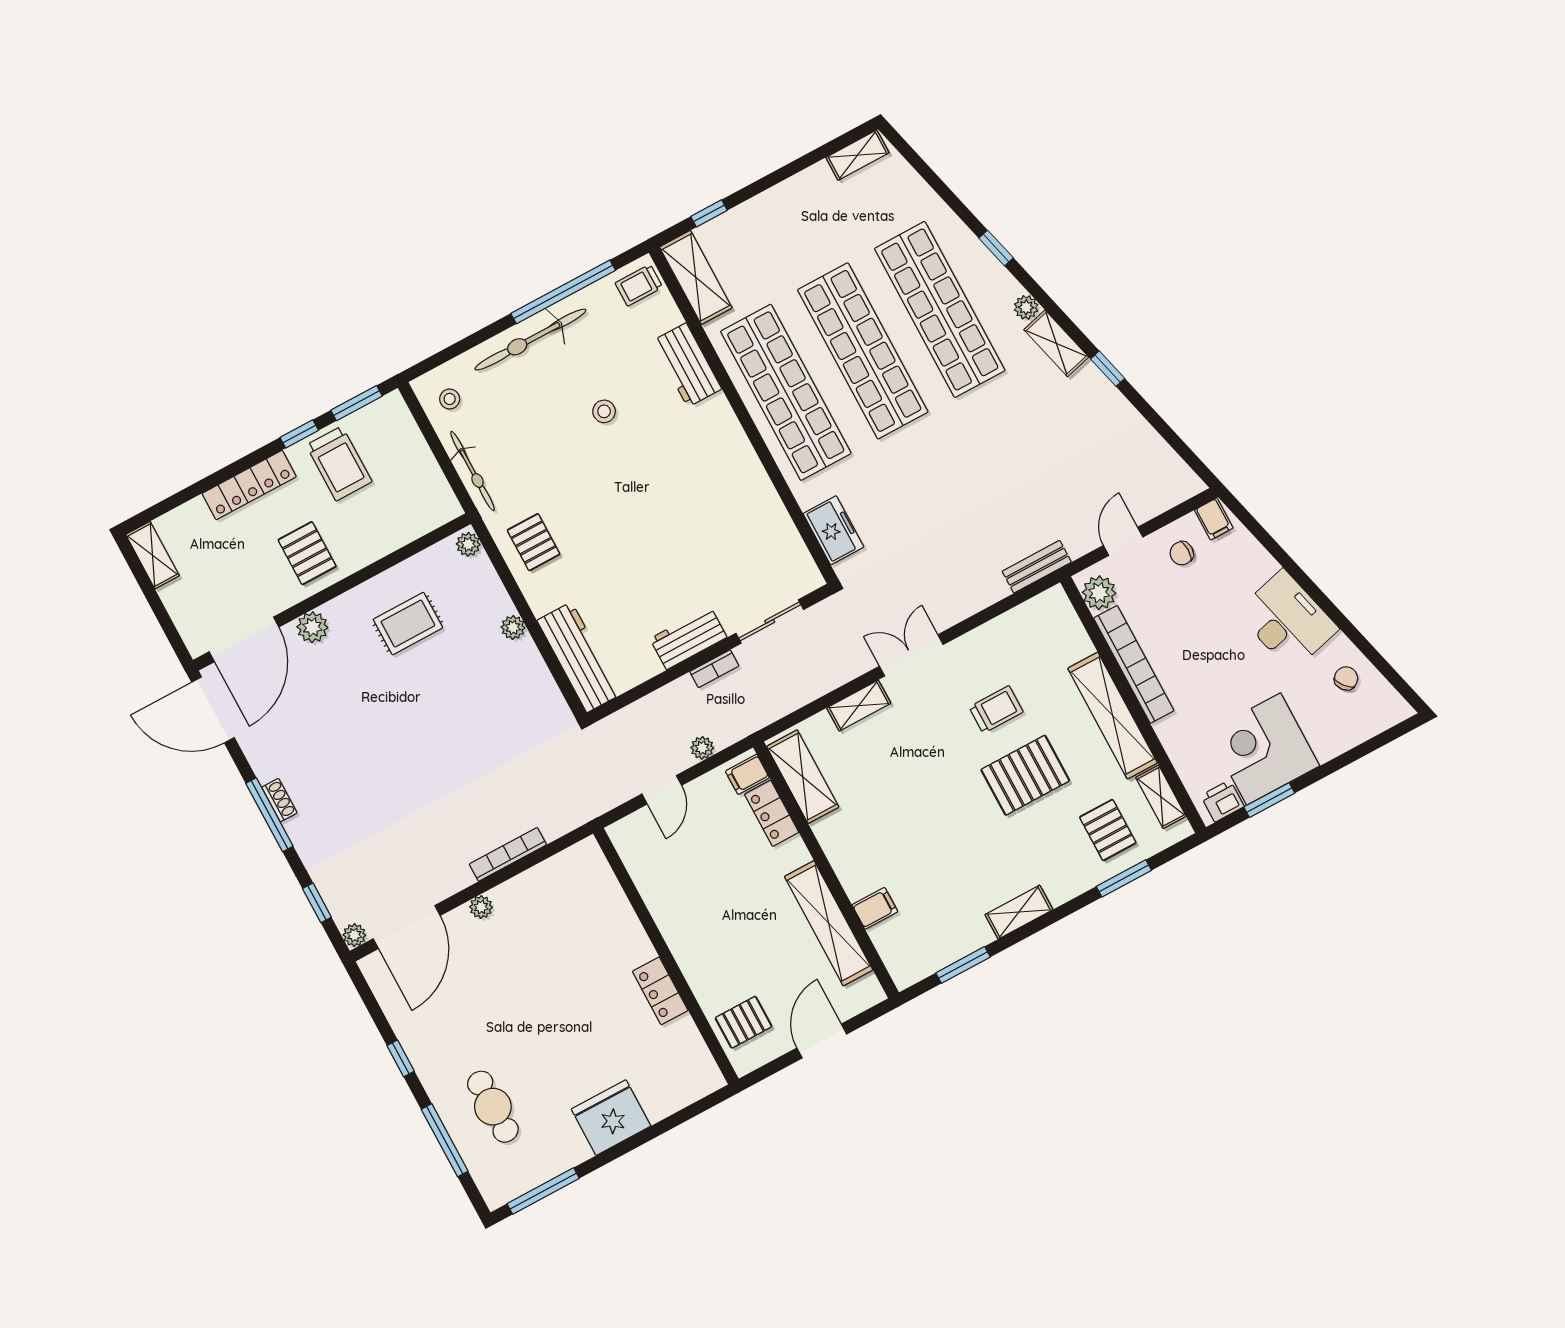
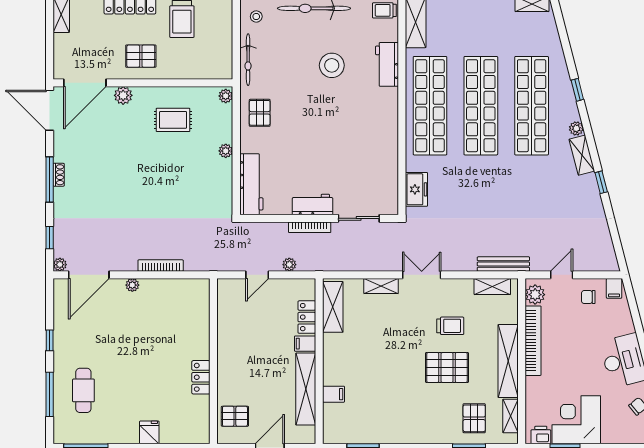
stool: (604, 411) -> (332, 65), width x1.89, depth x1.89
pallet: (307, 553) -> (141, 56), turned 90
bench: (1037, 567) -> (503, 264), width x1.36
bookcase: (714, 669) -> (310, 227), width x1.56
filing cabinet: (747, 774) -> (305, 344), moved
shelving: (1019, 912) -> (492, 286), moved
fridge: (611, 1118) -> (149, 432), width x0.53, depth x0.75

